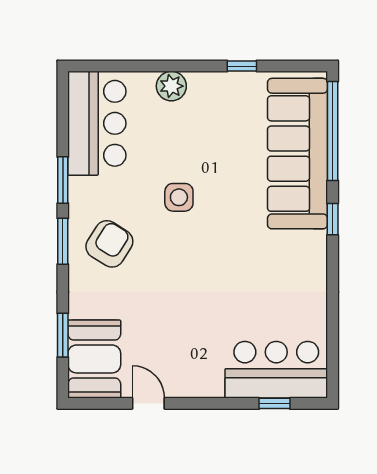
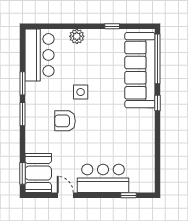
armchair: (109, 244) -> (65, 121), moved, turned -122
window: (63, 335) -> (22, 173), moved
bar counter: (276, 370) -> (103, 178), moved

